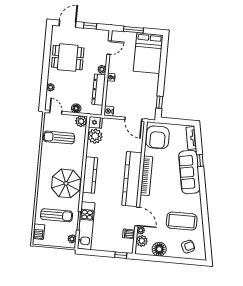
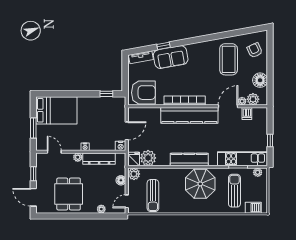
door: (133, 119) -> (127, 131), moved
sofa: (189, 172) -> (171, 57), width x0.73
window: (121, 255) -> (270, 141), moved

